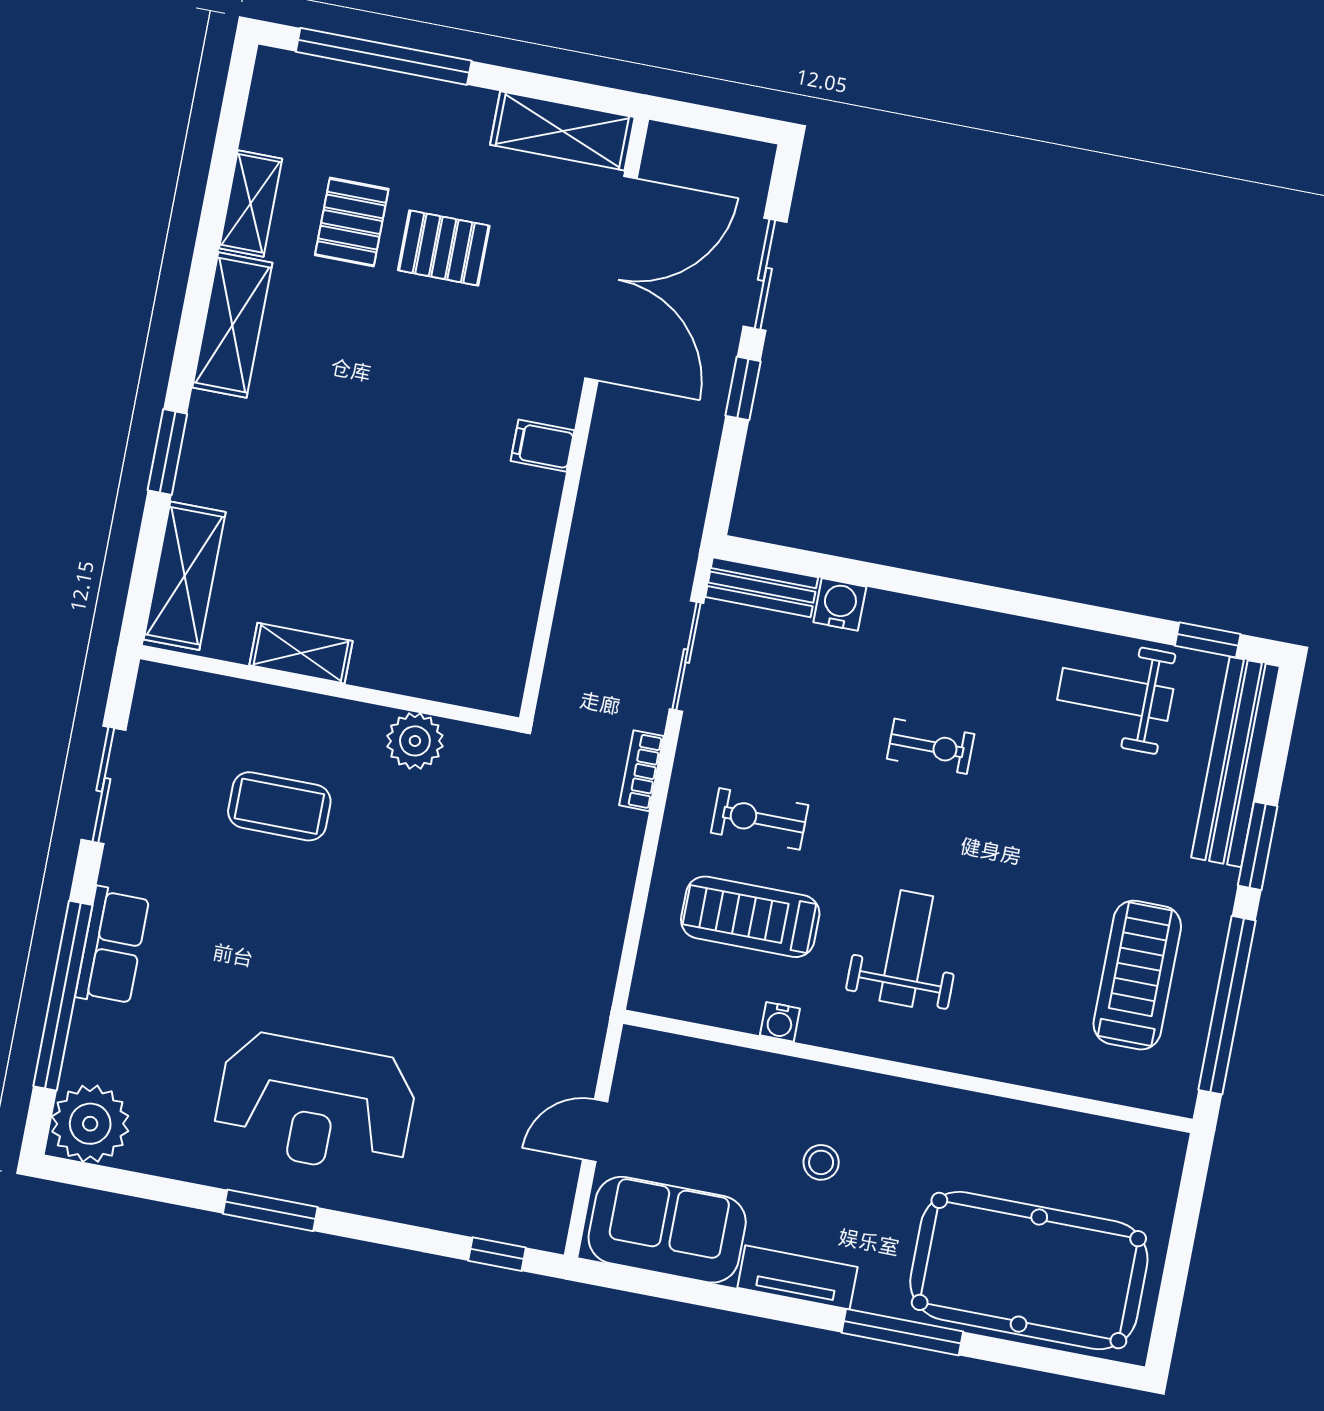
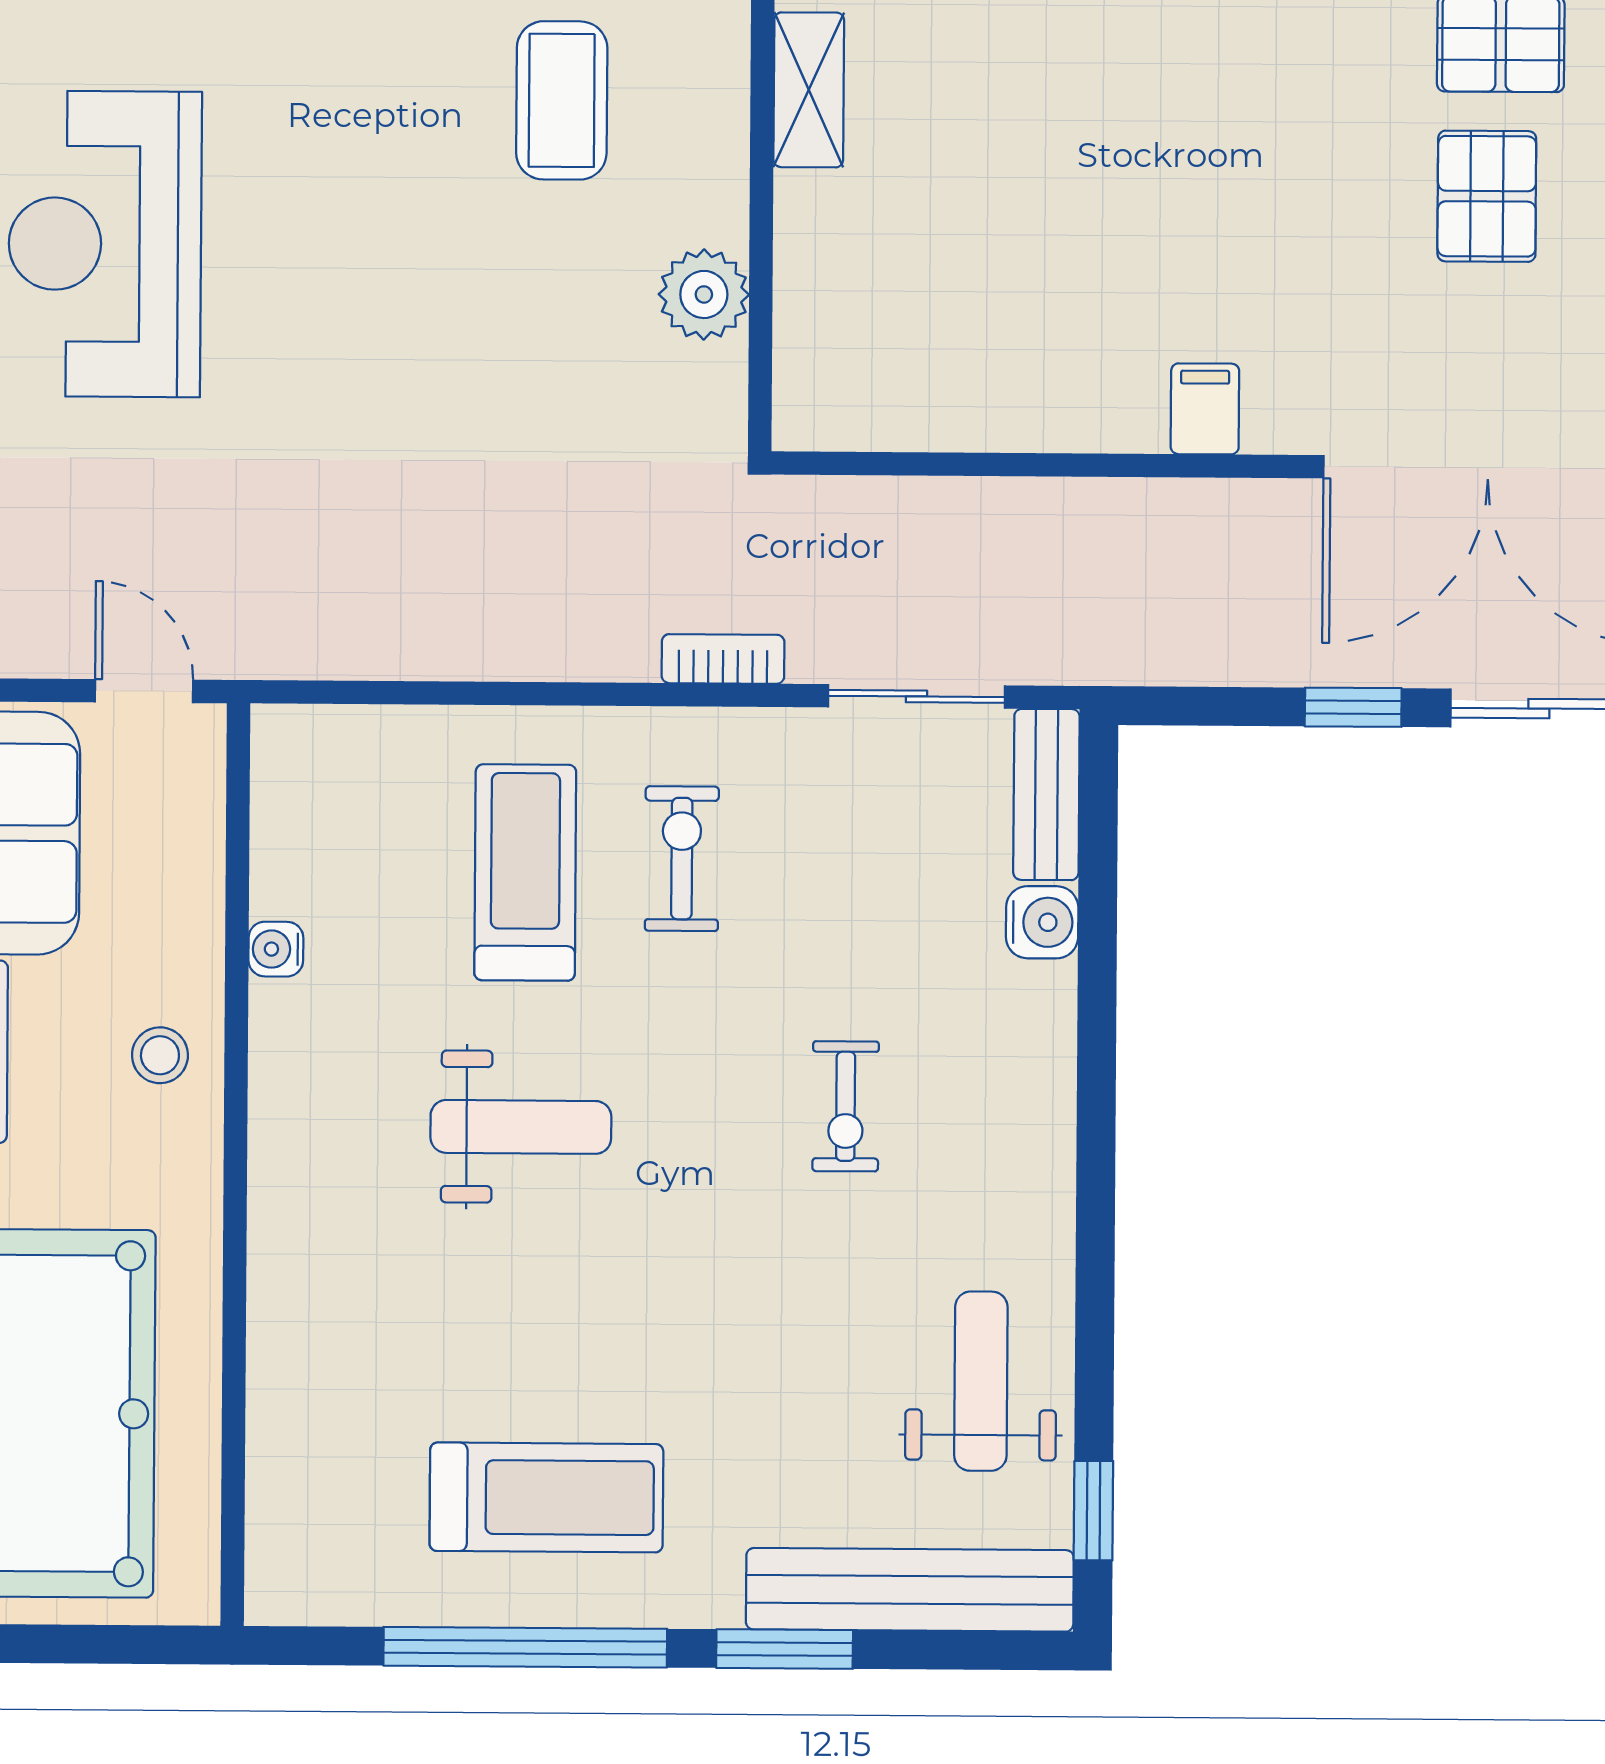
water cooler: (780, 1022) -> (276, 949), moved
wall: (908, 1071) -> (235, 1165), moved

